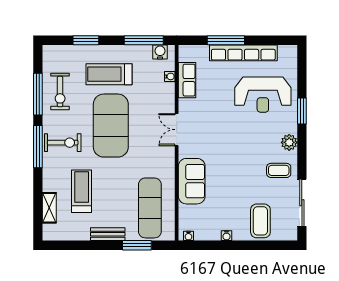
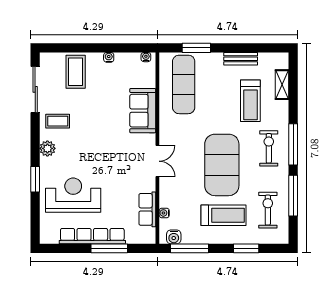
exercise bike: (60, 91) -> (268, 210), moved
exercise bike: (63, 143) -> (269, 148), turned 90
bench: (108, 234) -> (241, 59), moved

